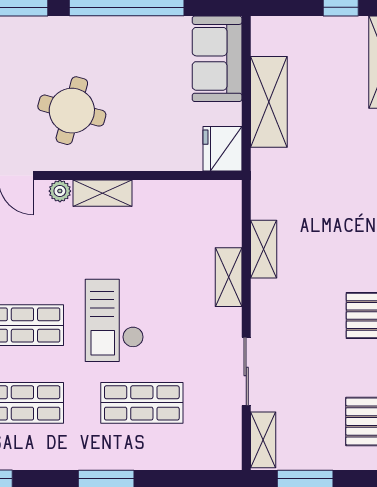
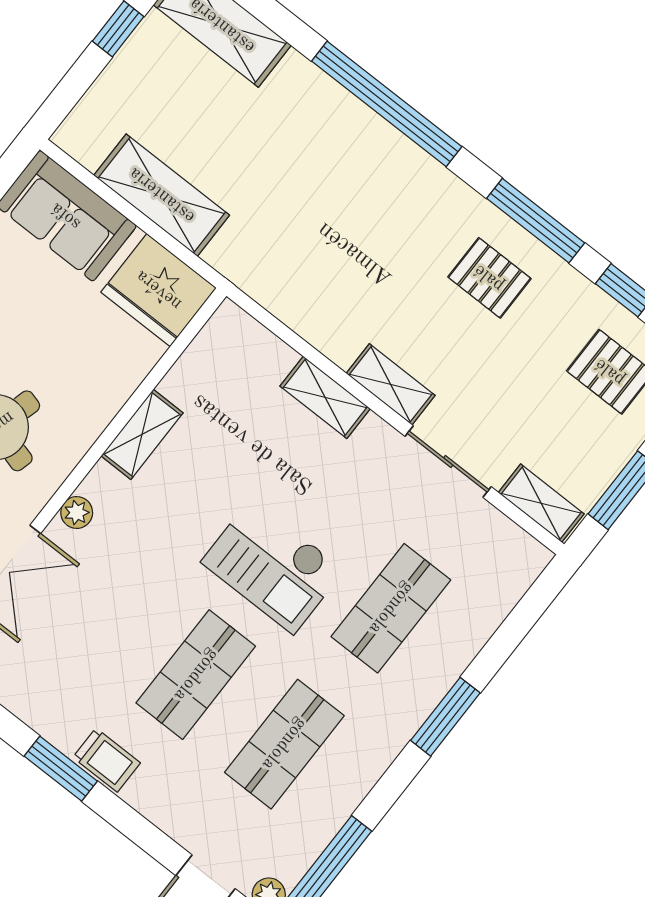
fridge: (222, 149) -> (159, 290), width x1.36, depth x1.34
shelving: (103, 193) -> (142, 434), moved
shelving: (264, 249) -> (391, 384), moved

